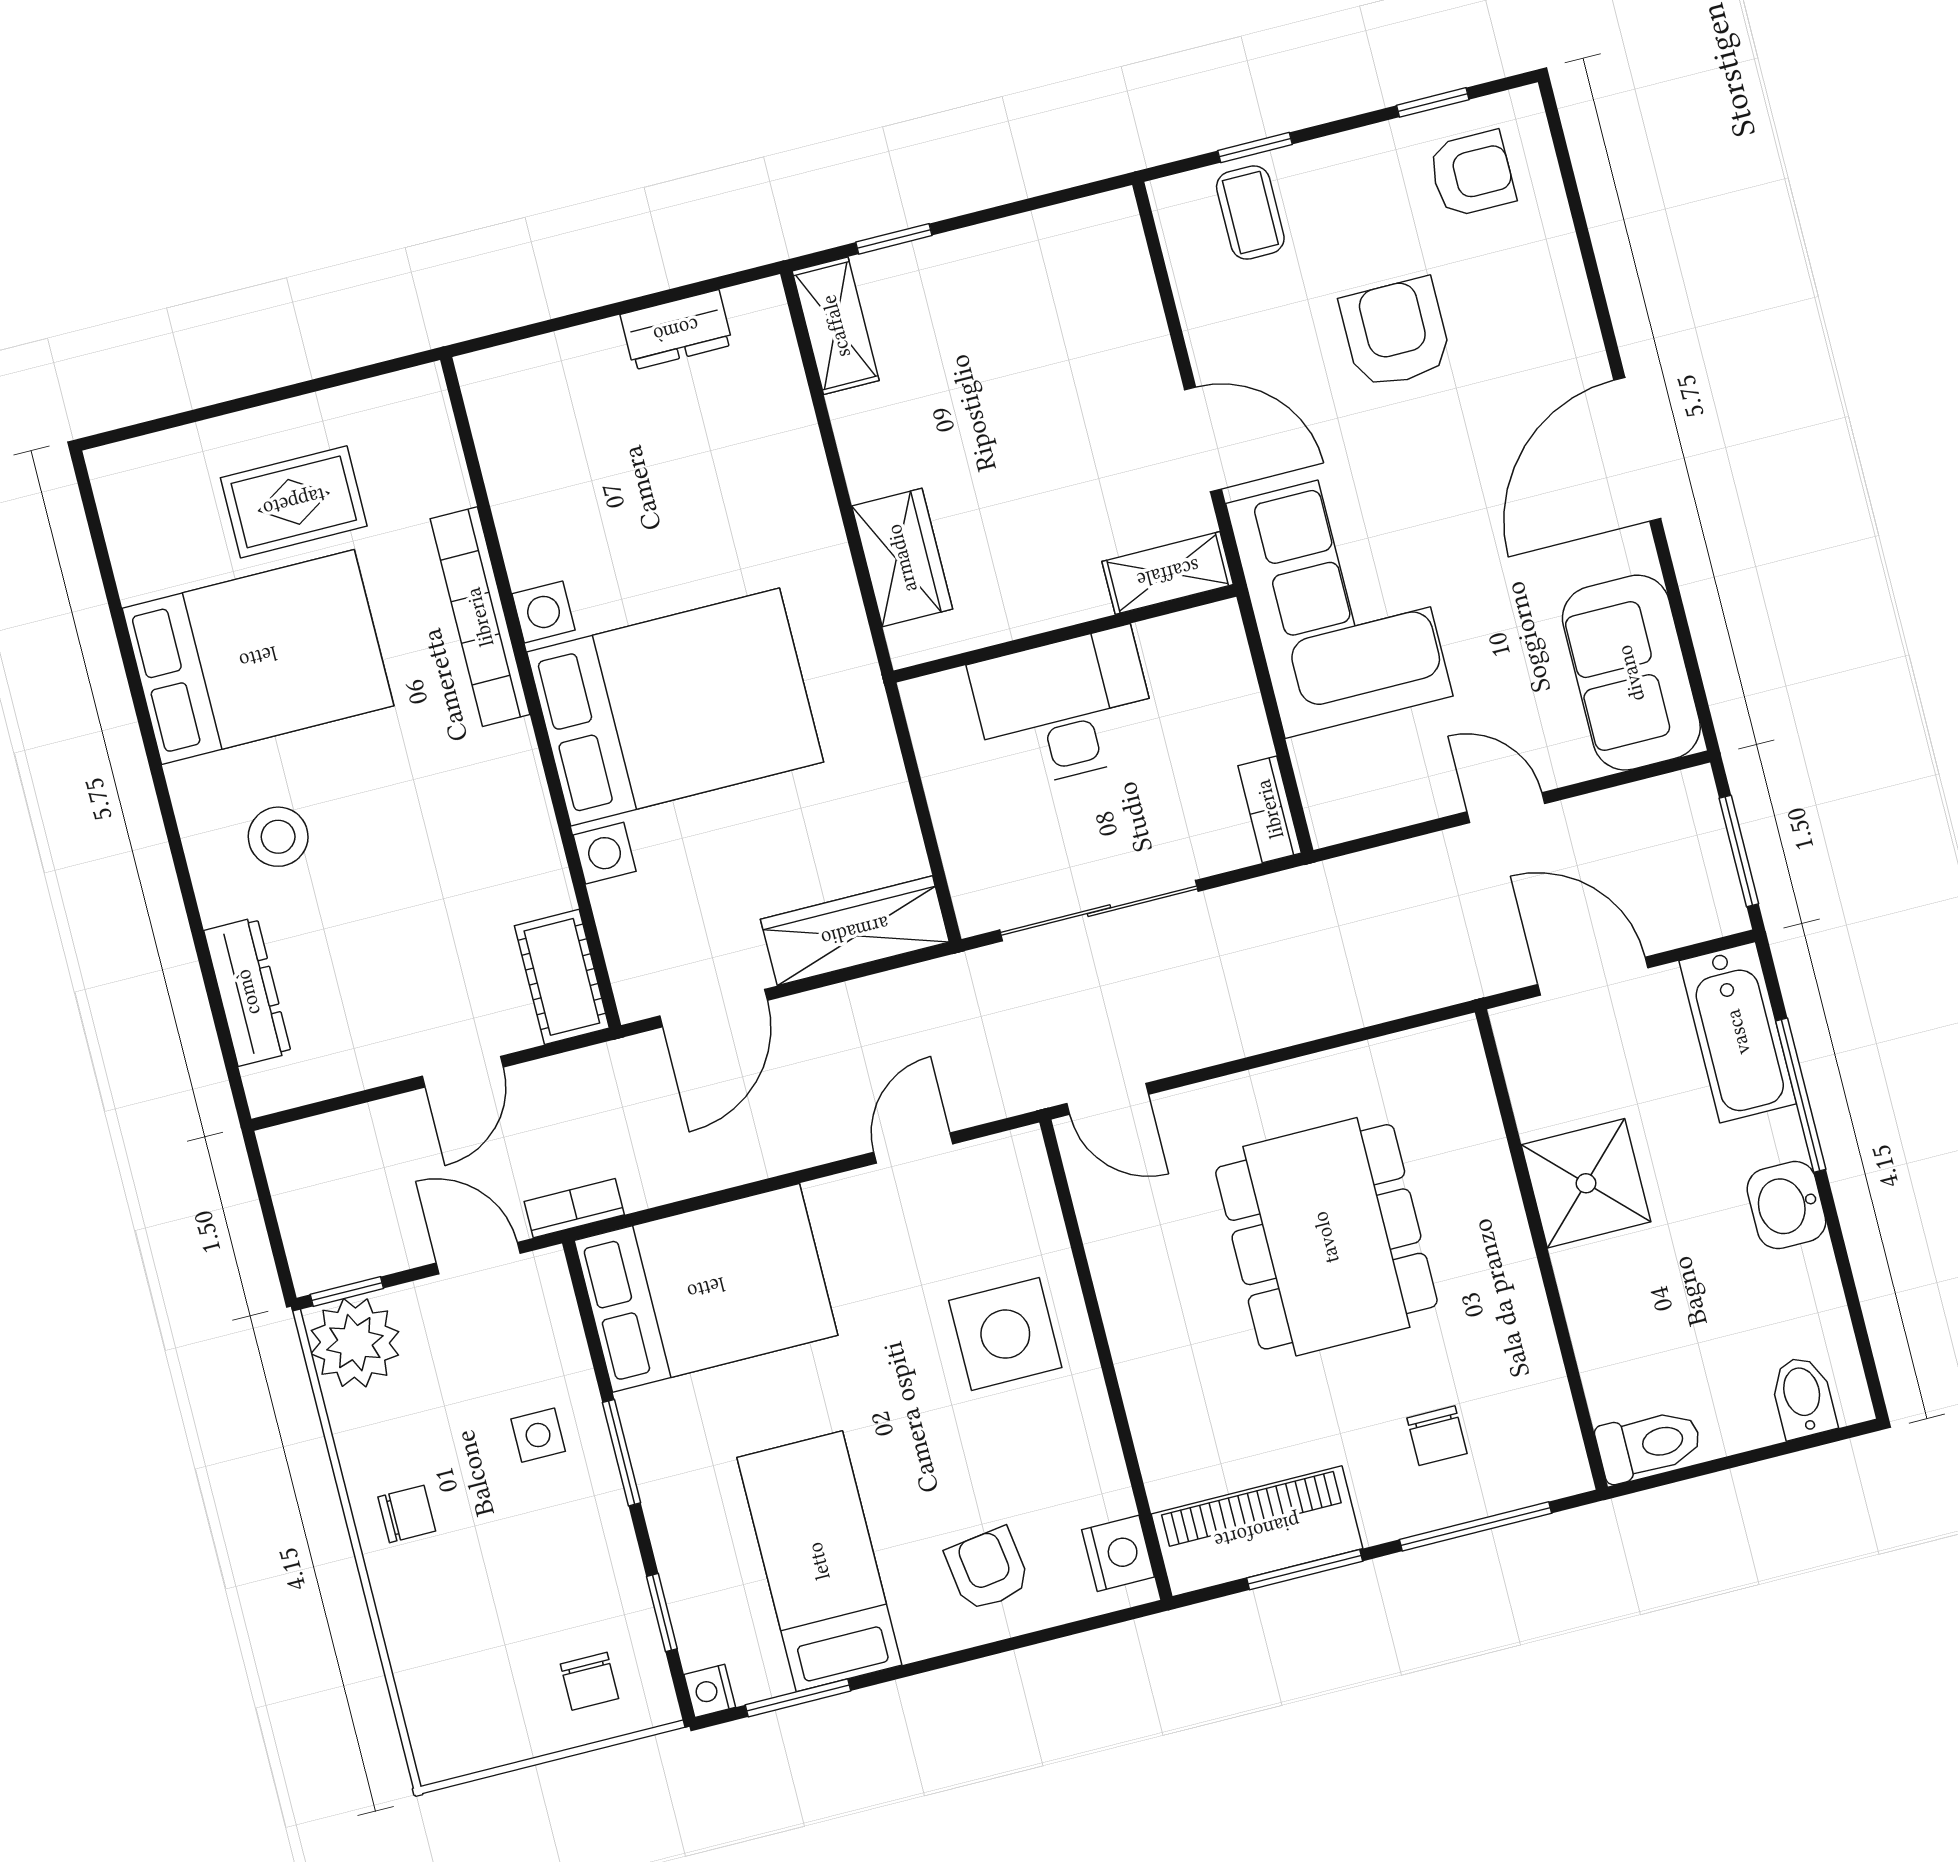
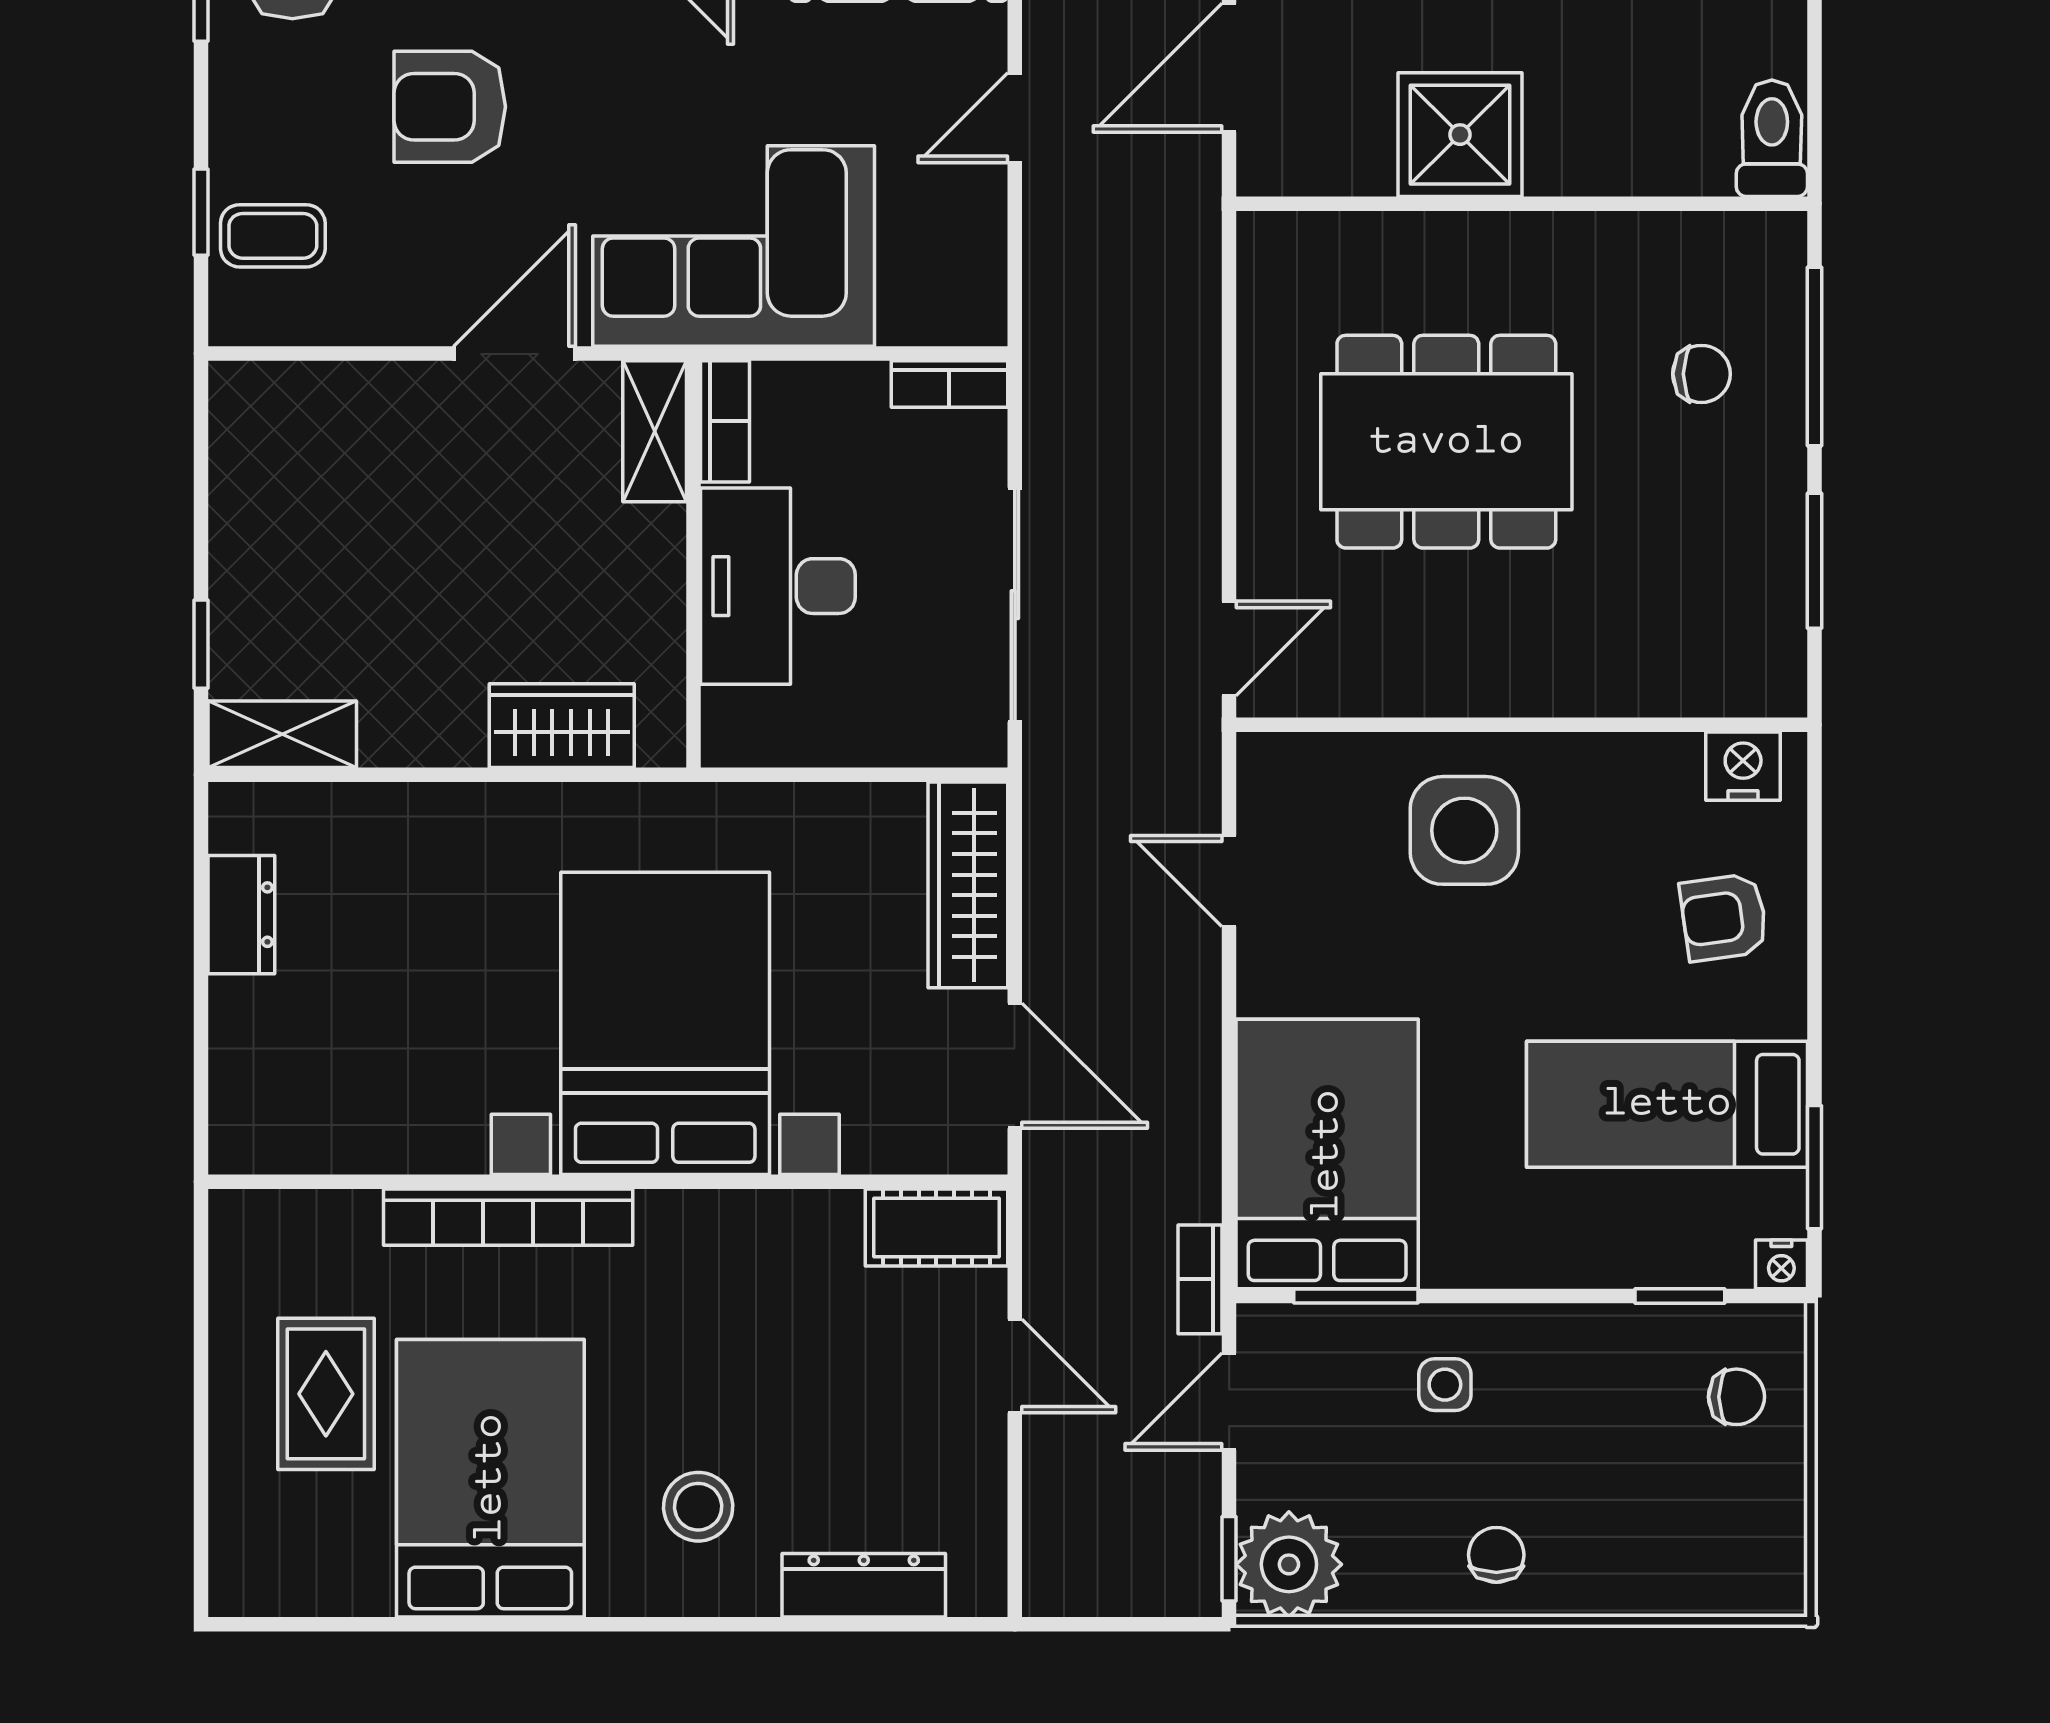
bookcase: (1191, 630) -> (725, 421), added
window: (621, 1453) -> (1356, 1296), moved
piano: (1257, 1531) -> (1758, 604), removed

